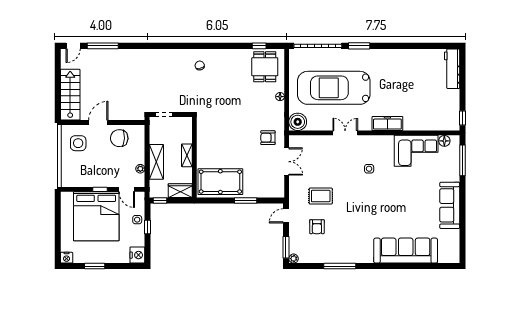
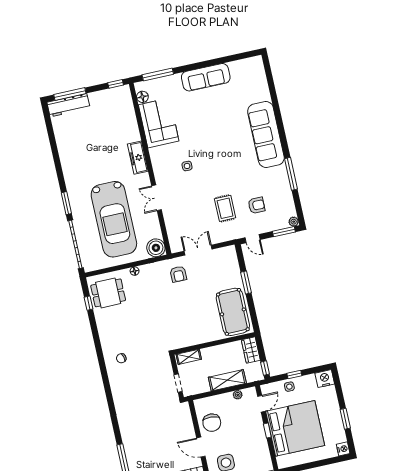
window: (462, 72) -> (70, 94), added
shelving: (187, 155) -> (189, 357), moved
sofa: (406, 251) -> (266, 135), moved

